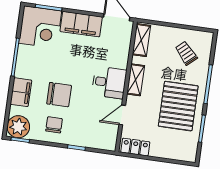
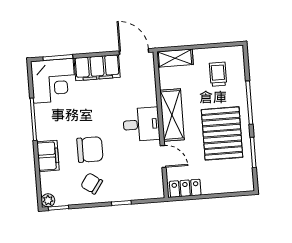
shelving: (141, 40) -> (175, 58), moved, turned 90
trolley: (186, 53) -> (218, 74), turned 42
shelving: (136, 80) -> (172, 115), width x1.50, depth x1.33
door: (122, 115) -> (163, 156), swing flipped
chair: (54, 125) -> (92, 183), turned -55
plant: (18, 127) -> (48, 200), width x0.53, depth x0.53

